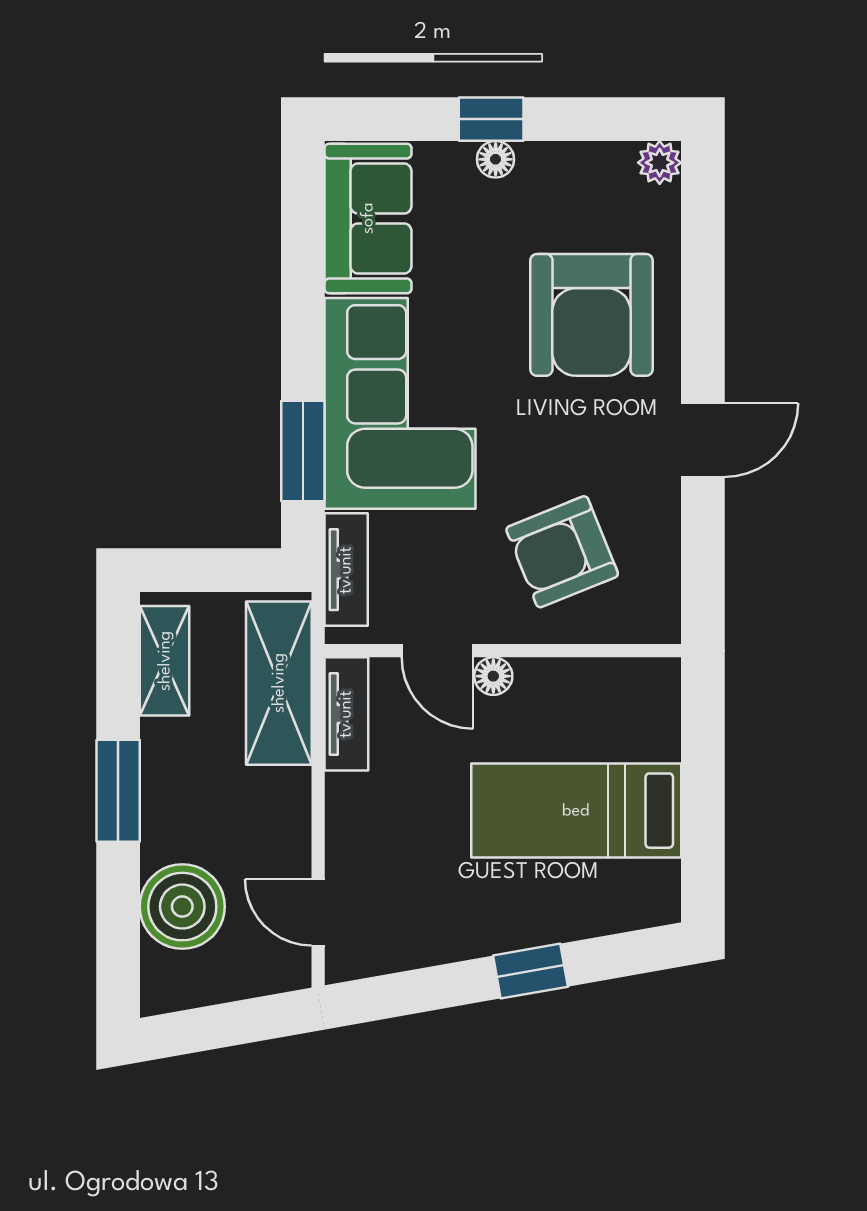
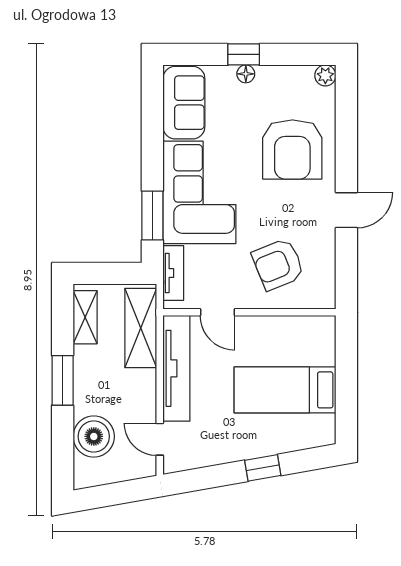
floor lamp: (493, 676) -> (245, 325), removed
tv unit: (346, 714) -> (176, 368), width x1.92, depth x1.29

